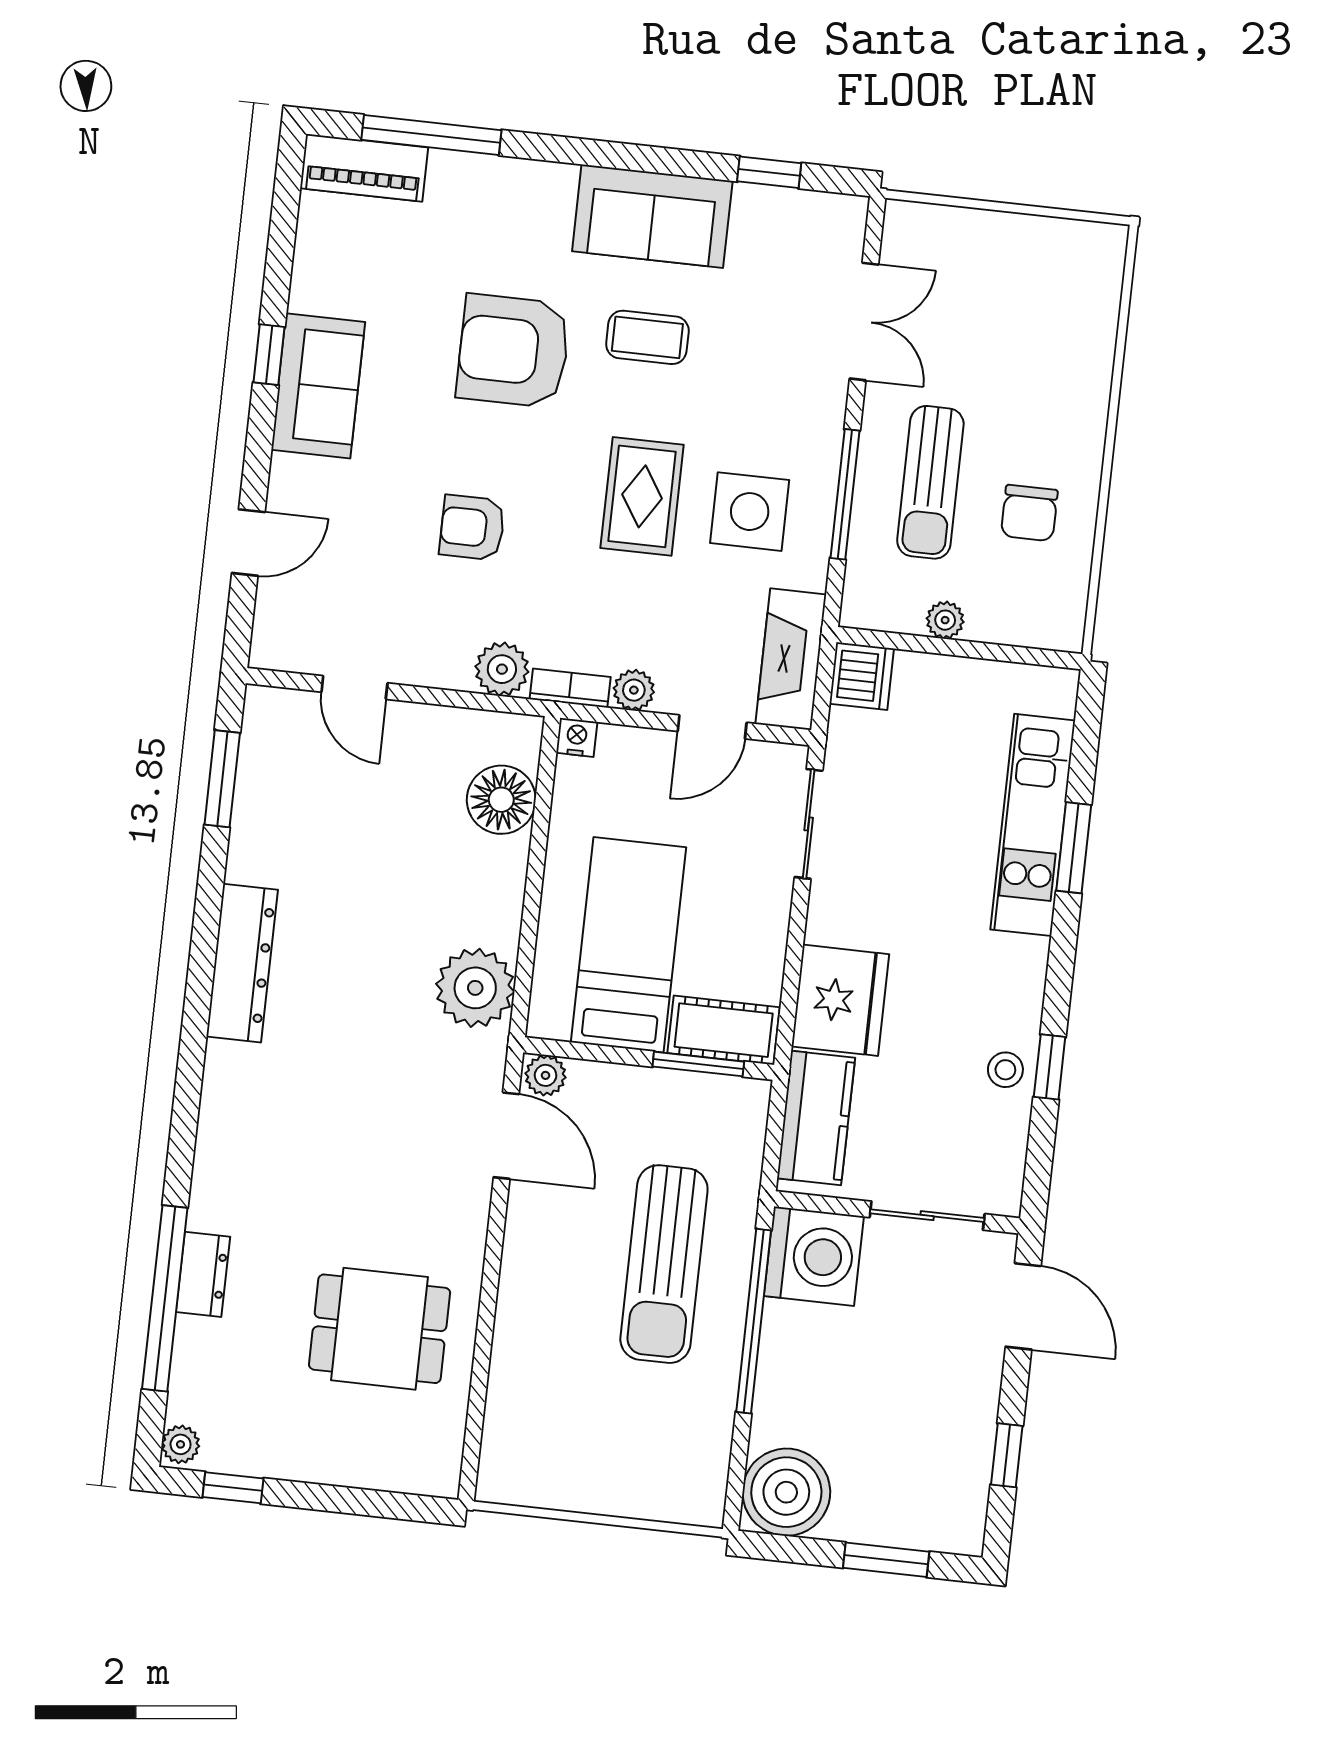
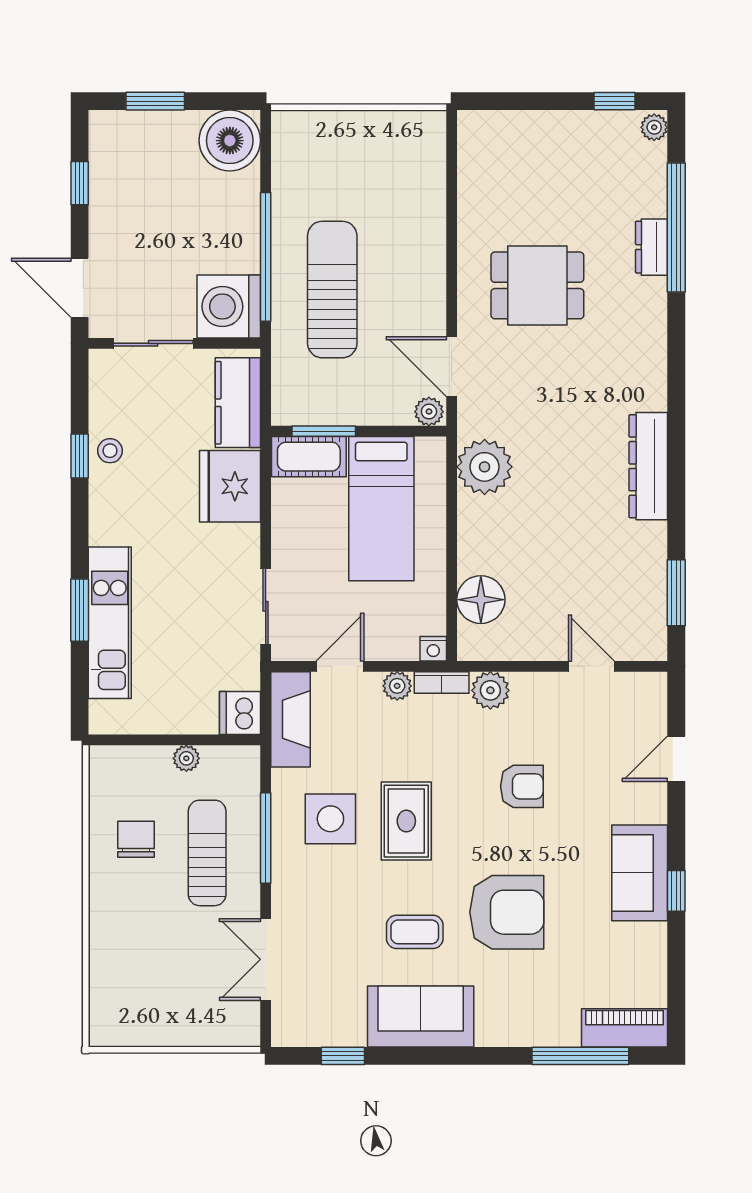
dining table: (380, 1329) -> (537, 285), moved

